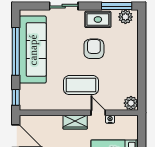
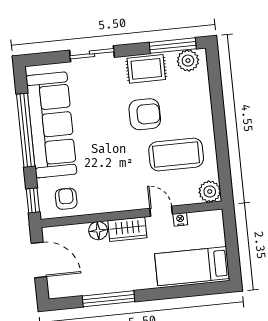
armchair: (94, 49) -> (145, 114), turned 90
coffee table: (81, 85) -> (176, 154), moved
armchair: (37, 98) -> (66, 199), added
floor lamp: (56, 121) -> (98, 231), added

